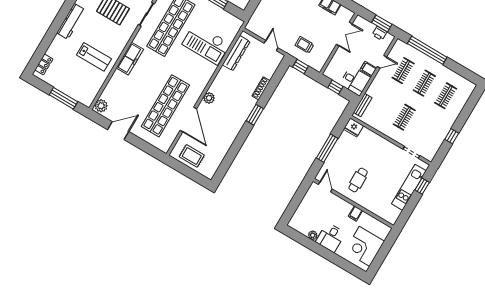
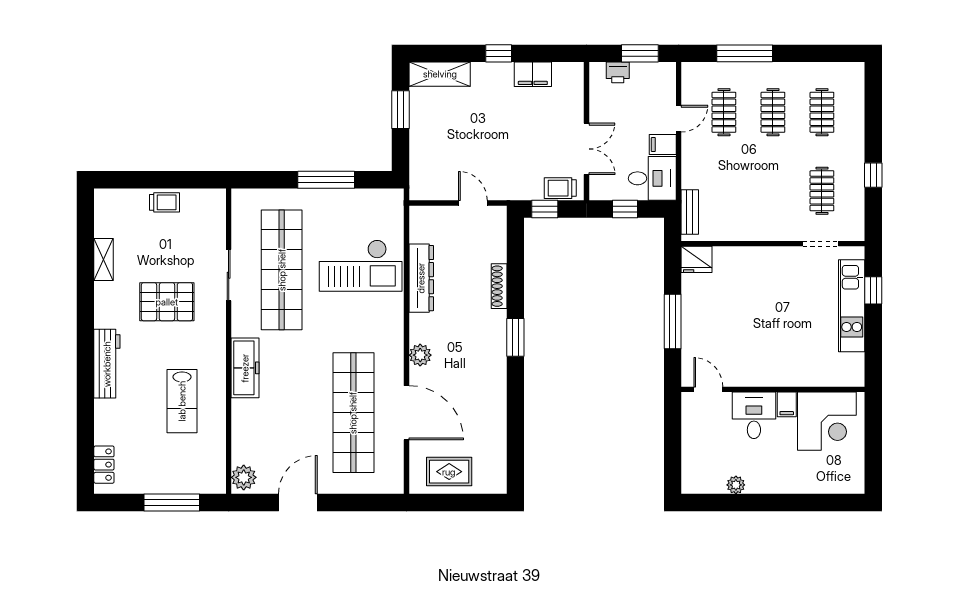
printer: (380, 33) -> (618, 72), moved
double door: (344, 34) -> (586, 149), moved
trolley: (304, 45) -> (560, 188), moved
window: (427, 50) -> (745, 53), width x0.68
dresser: (236, 53) -> (421, 278), moved
lab bench: (94, 57) -> (182, 401), turned 90
clothes rail: (404, 117) -> (822, 191), moved
cafe table: (358, 180) -> (758, 345), removed
desk: (330, 237) -> (754, 415), moved, turned 180
corner desk: (364, 246) -> (827, 421), moved, turned -90

